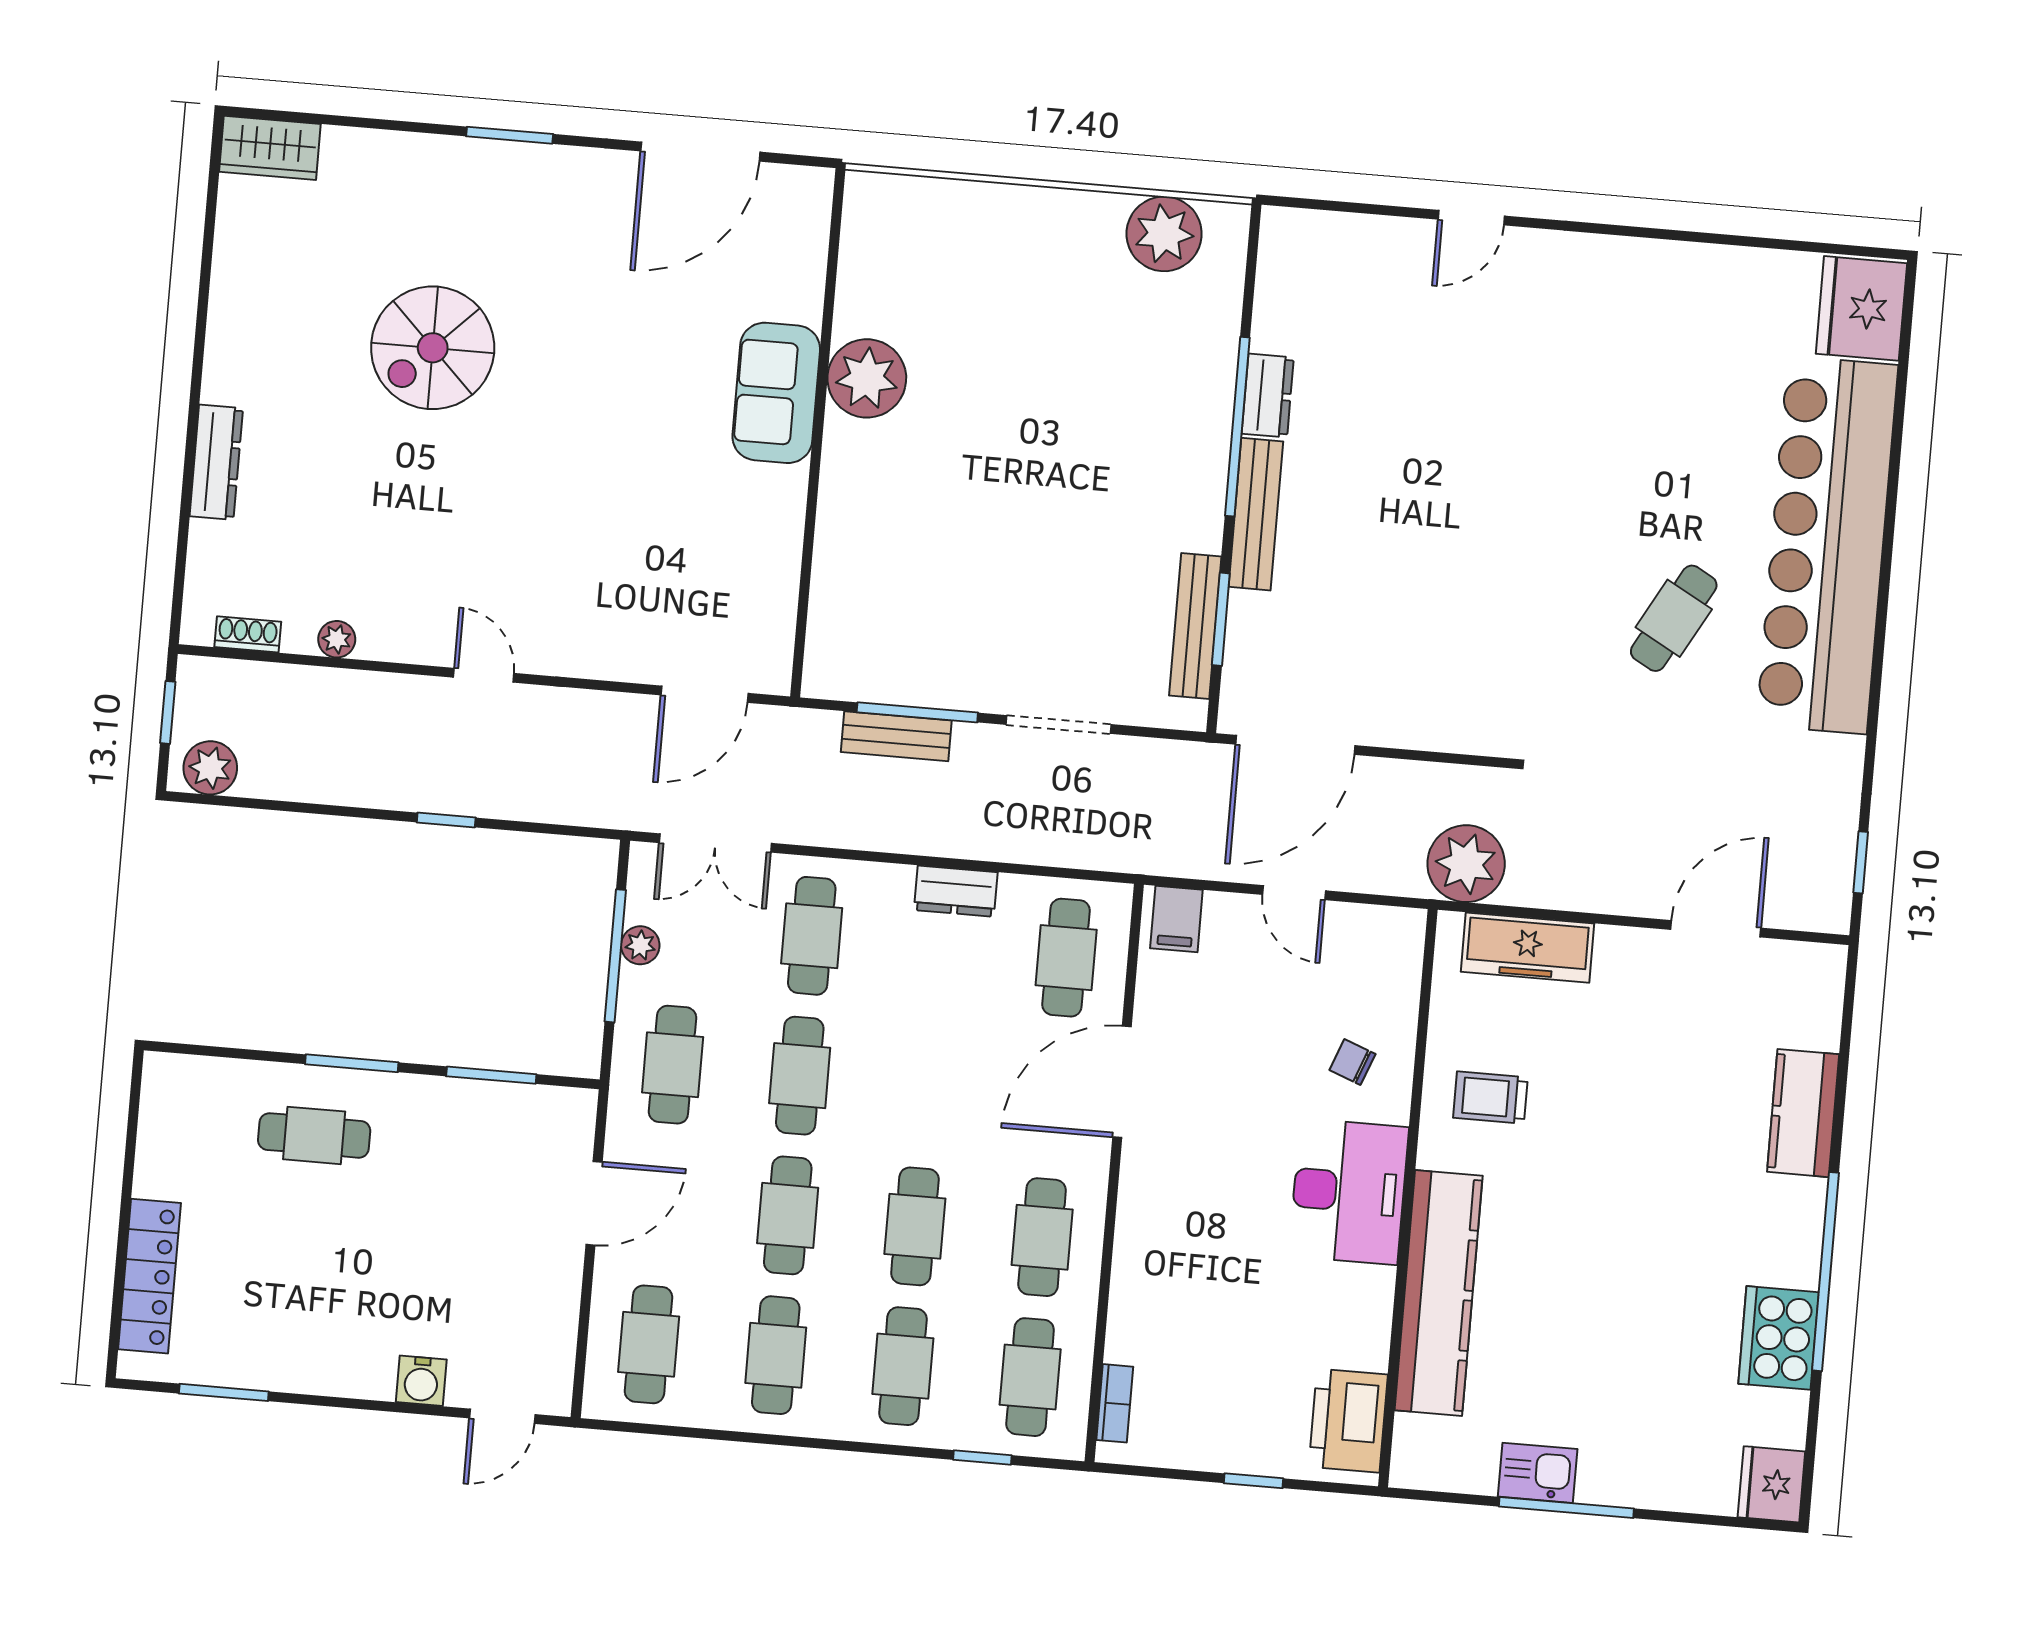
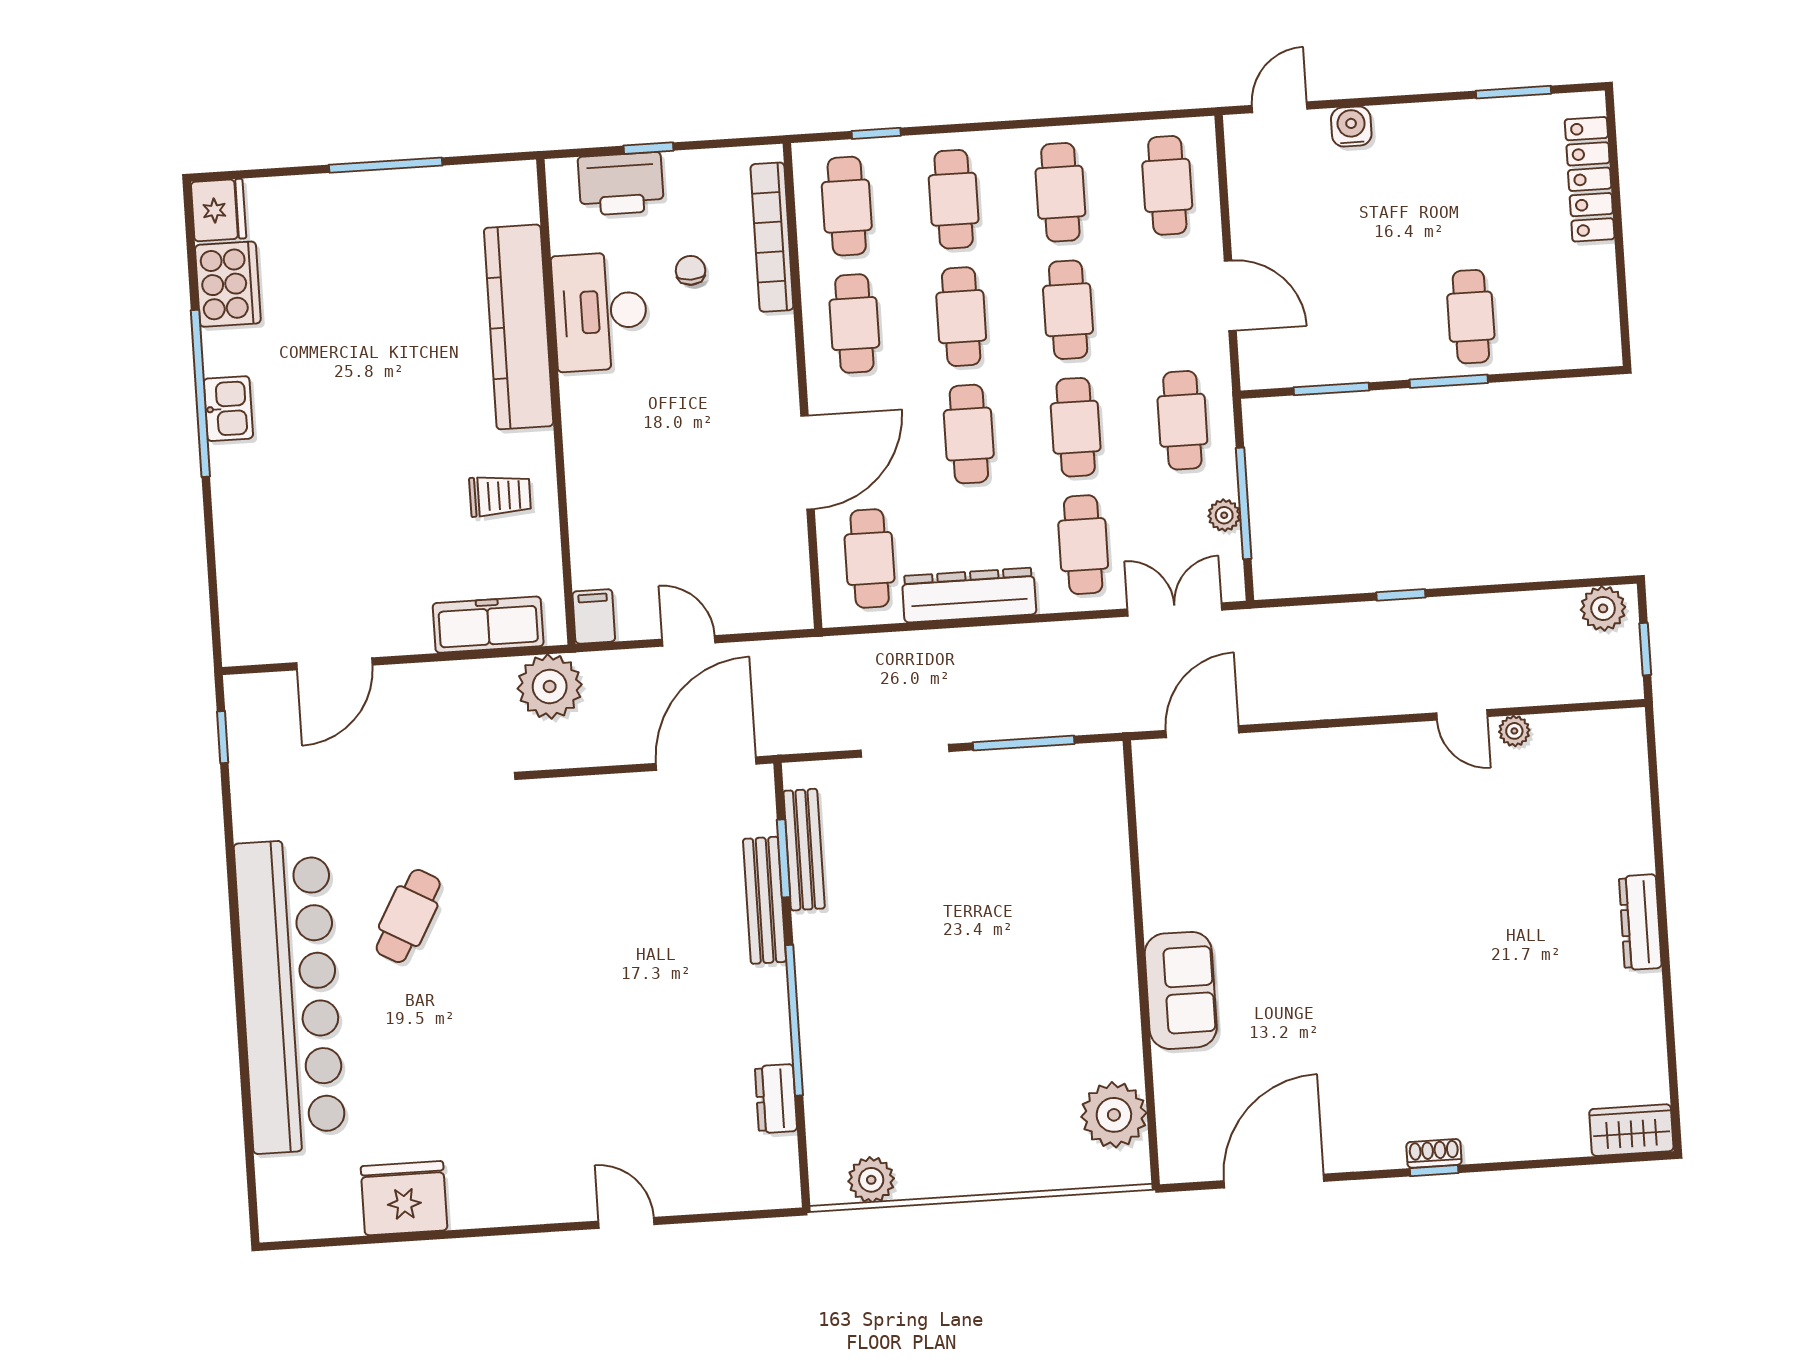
window: (510, 135) -> (1434, 1171), width x0.67
door: (1471, 218) -> (626, 1223), hinge flipped
plant: (1164, 234) -> (871, 1180), width x0.73, depth x0.73
fridge: (1861, 308) -> (404, 1198), moved, turned -90
spiral stairs: (433, 348) -> (1471, 985), removed
plant: (867, 378) -> (1114, 1115), moved
dresser: (1268, 396) -> (776, 1099), moved
dresser: (216, 462) -> (1640, 922), moved
bench: (1256, 514) -> (765, 900), moved
shoe rack: (248, 634) -> (1434, 1153), moved, turned 180
door: (484, 675) -> (1462, 715), moved
bench: (896, 736) -> (1038, 721), removed
dresser: (956, 891) -> (969, 595), width x1.96, depth x1.24
filing cabinet: (1176, 919) -> (594, 616), moved
chair: (1352, 1062) -> (691, 270), moved, turned -111
cafe table: (927, 1086) -> (969, 434), added
kitchen counter: (1803, 1113) -> (239, 522), removed
cafe table: (314, 1135) -> (1471, 317), turned 90
desk: (1349, 1192) -> (600, 312), moved
door: (594, 1203) -> (1230, 296), swing flipped
cooker: (1779, 1338) -> (228, 284), moved
bookcase: (1115, 1403) -> (772, 237), width x2.31, depth x1.31
printer: (1348, 1421) -> (621, 184), moved, turned 90
kitchen sink: (1538, 1473) -> (228, 409), moved, turned -90

